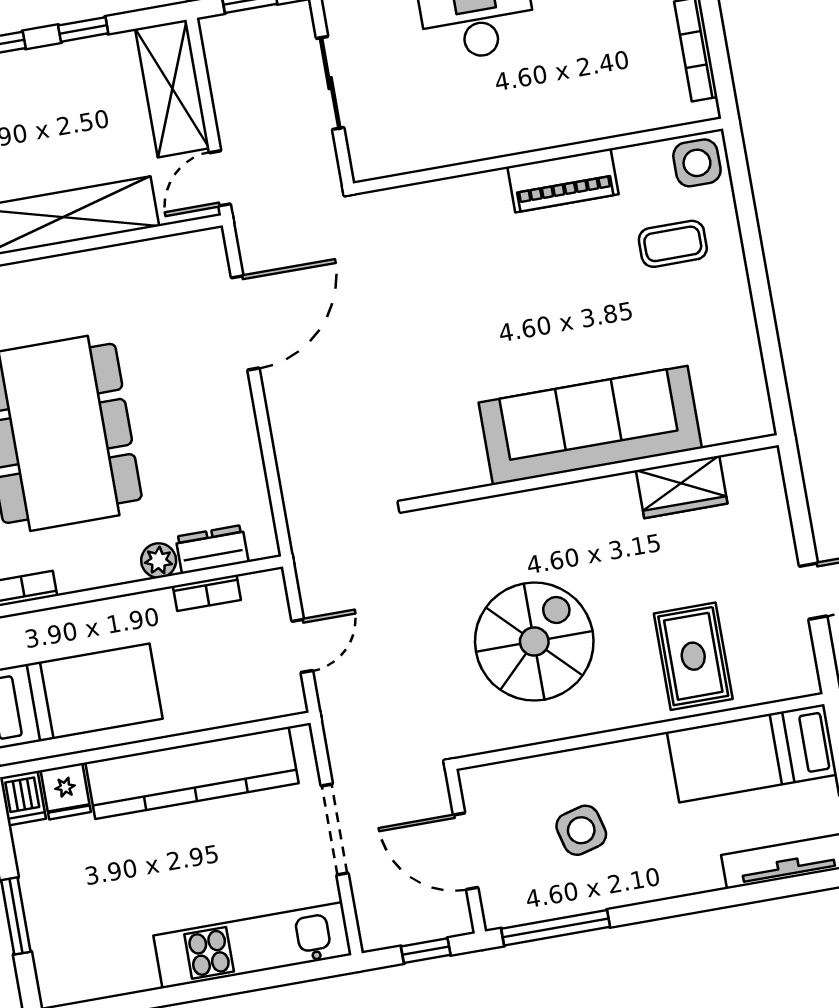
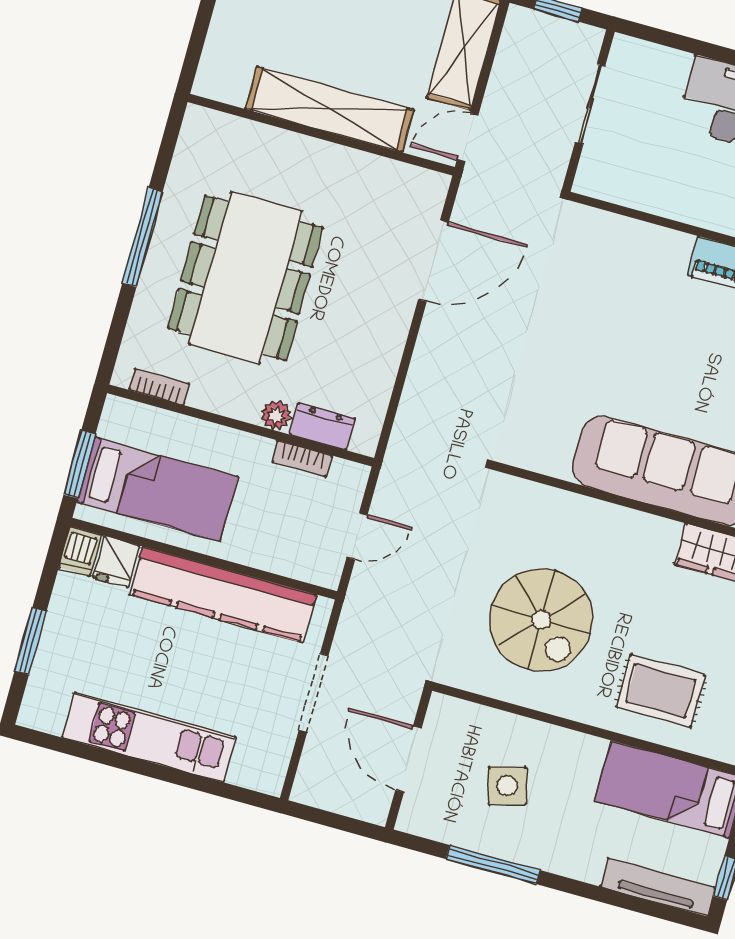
spiral stairs: (534, 642) -> (541, 620), turned 90
rug: (693, 656) -> (661, 691), turned 90
window: (556, 928) -> (493, 865), moved
kitchen unit: (253, 945) -> (149, 737), moved
window: (426, 951) -> (340, 822), removed

